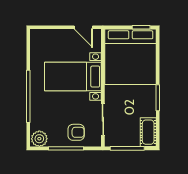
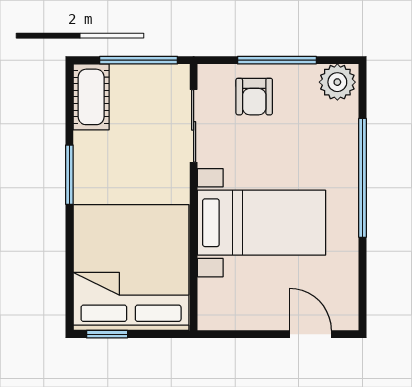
door: (83, 27) -> (310, 334), moved
armchair: (76, 132) -> (254, 97), turned -90

